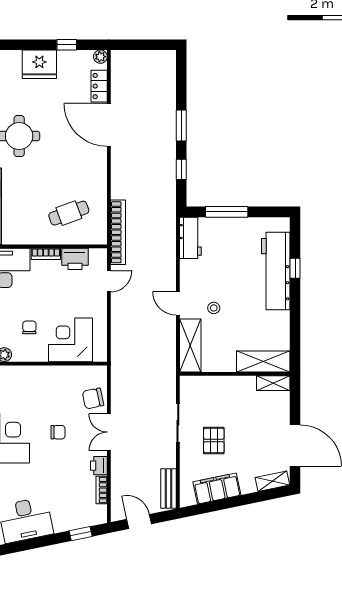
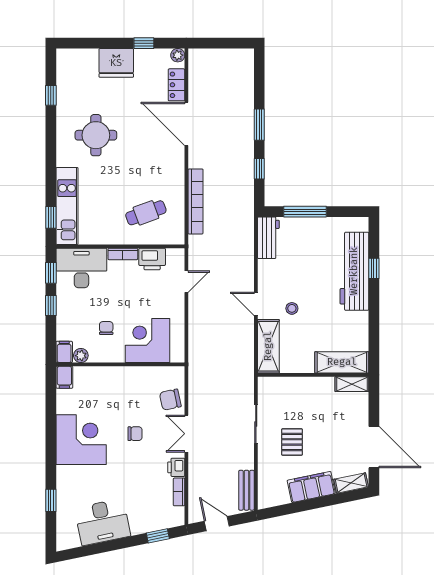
bookcase: (118, 232) -> (195, 201), moved
filing cabinet: (217, 488) -> (311, 487), moved

